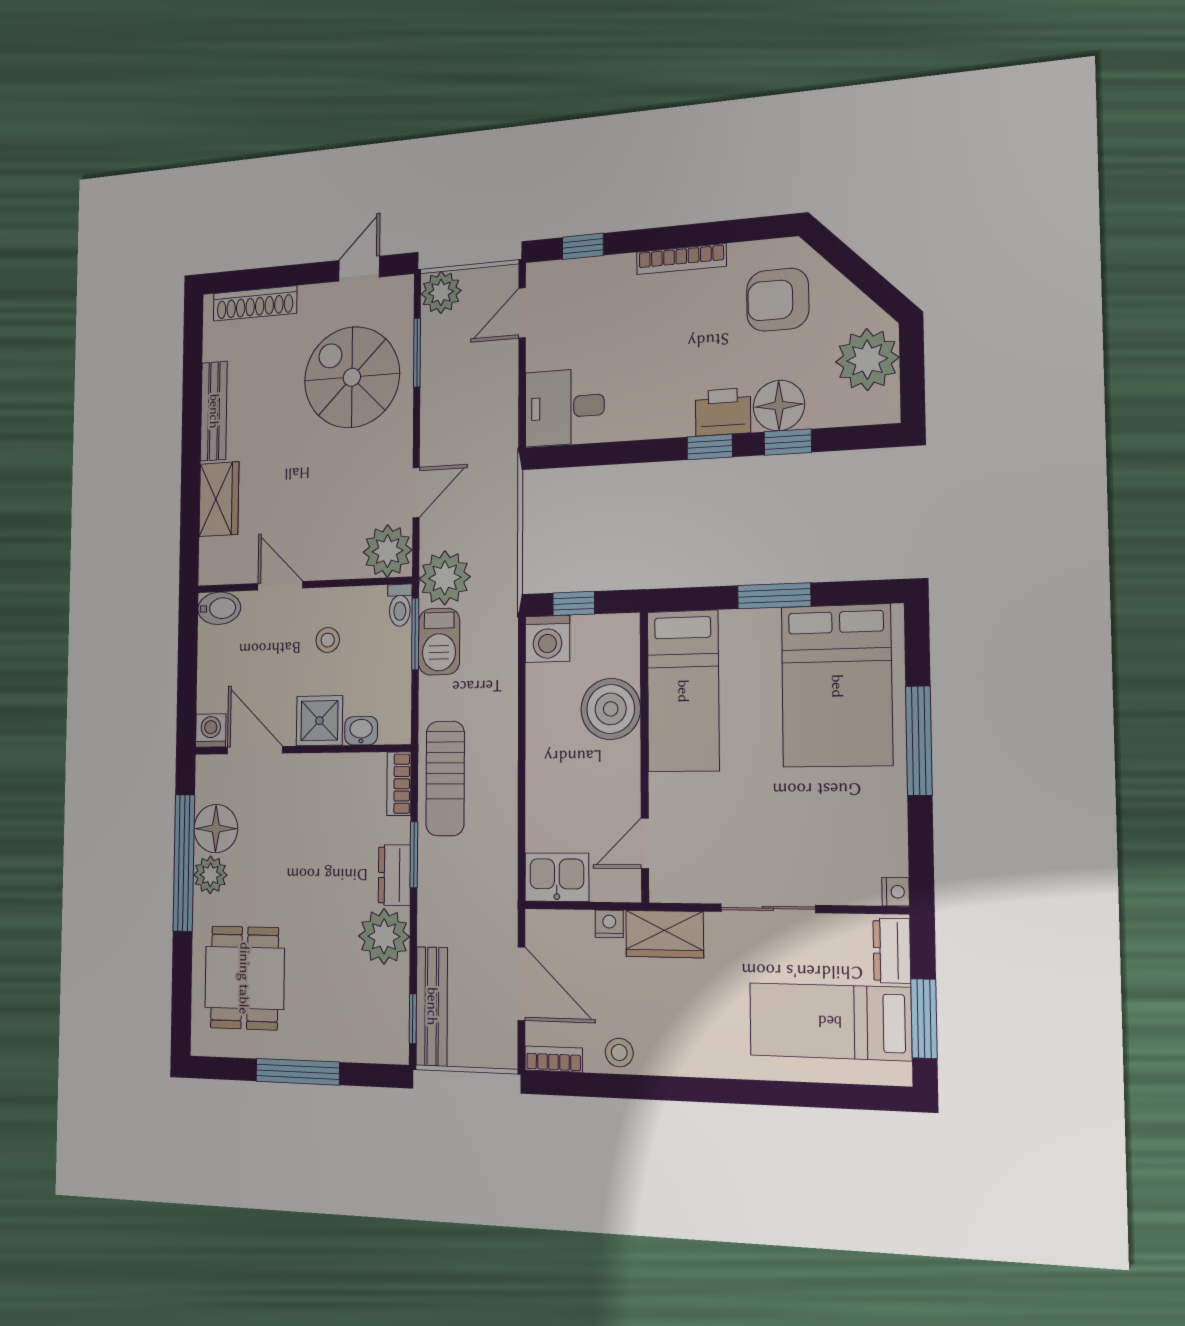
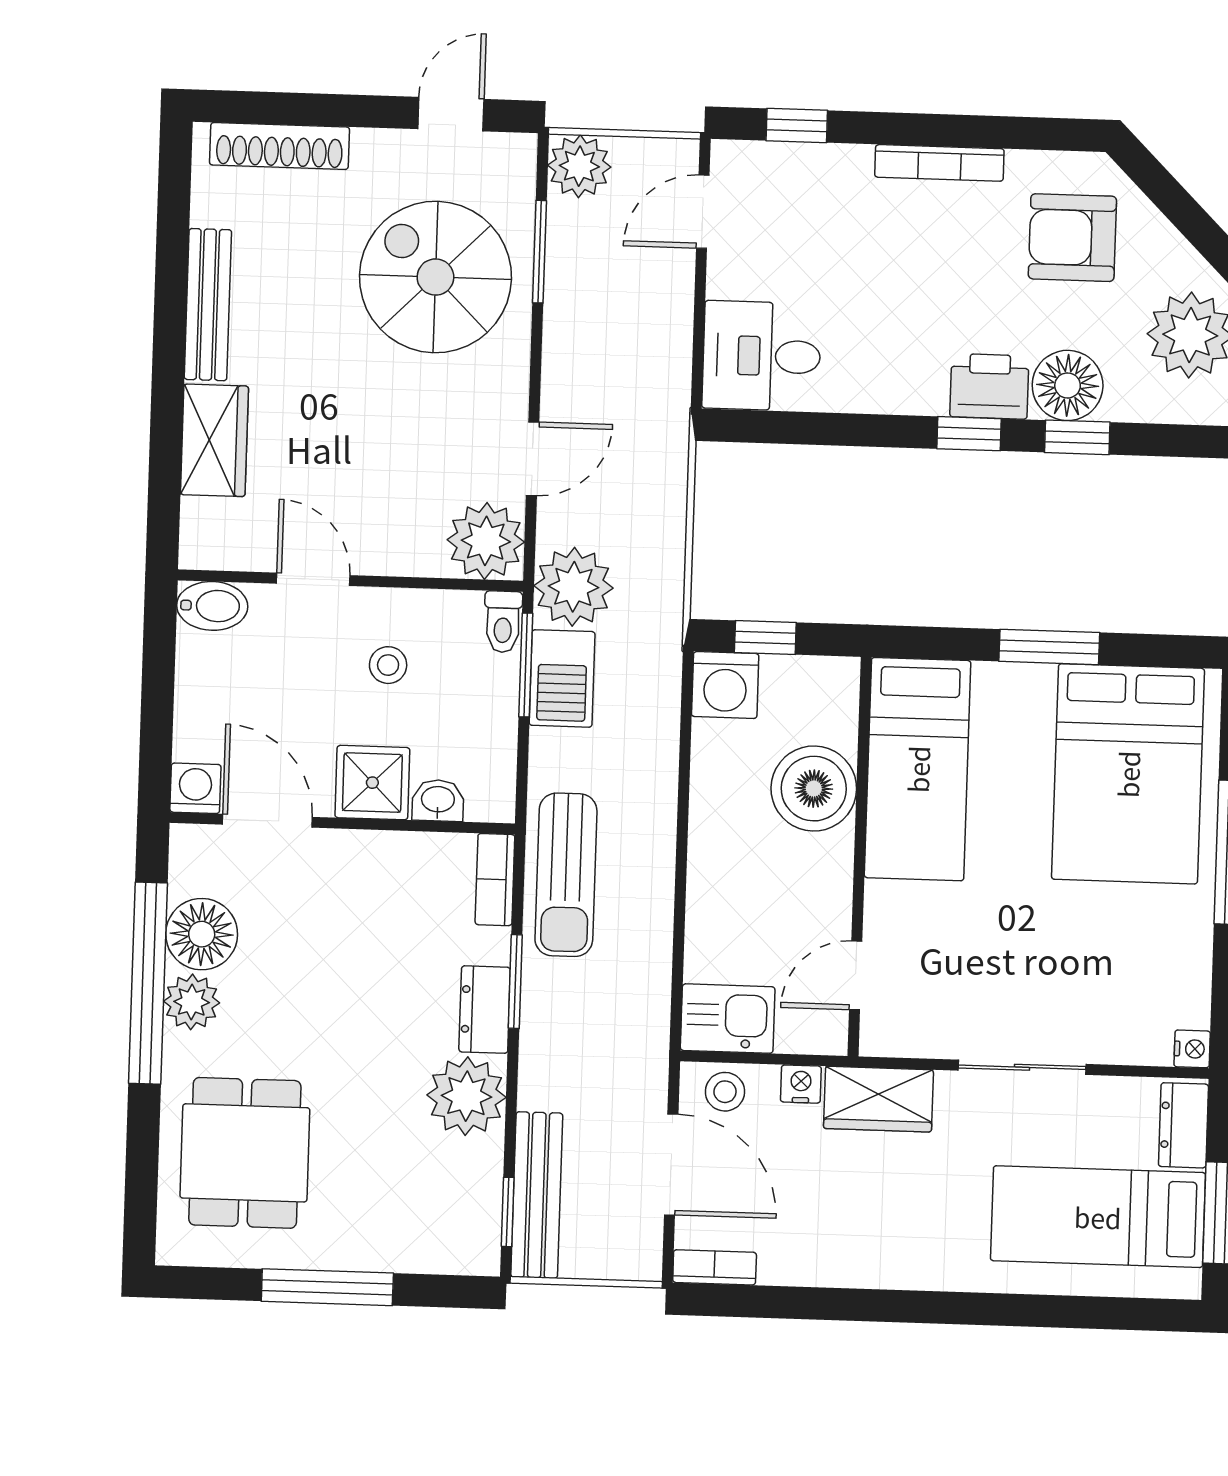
stool: (619, 1053) -> (725, 1092), moved

